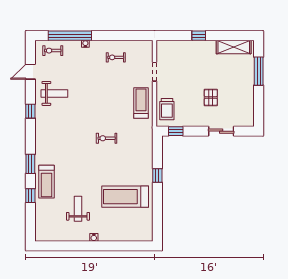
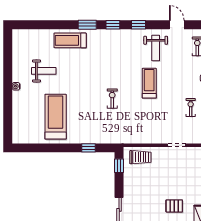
pallet: (211, 97) -> (174, 206), moved
treadmill: (141, 103) -> (149, 83), moved, turned -90
trolley: (167, 109) -> (140, 157), turned 180
window: (157, 175) -> (89, 148), moved
window: (30, 196) -> (113, 25), moved

